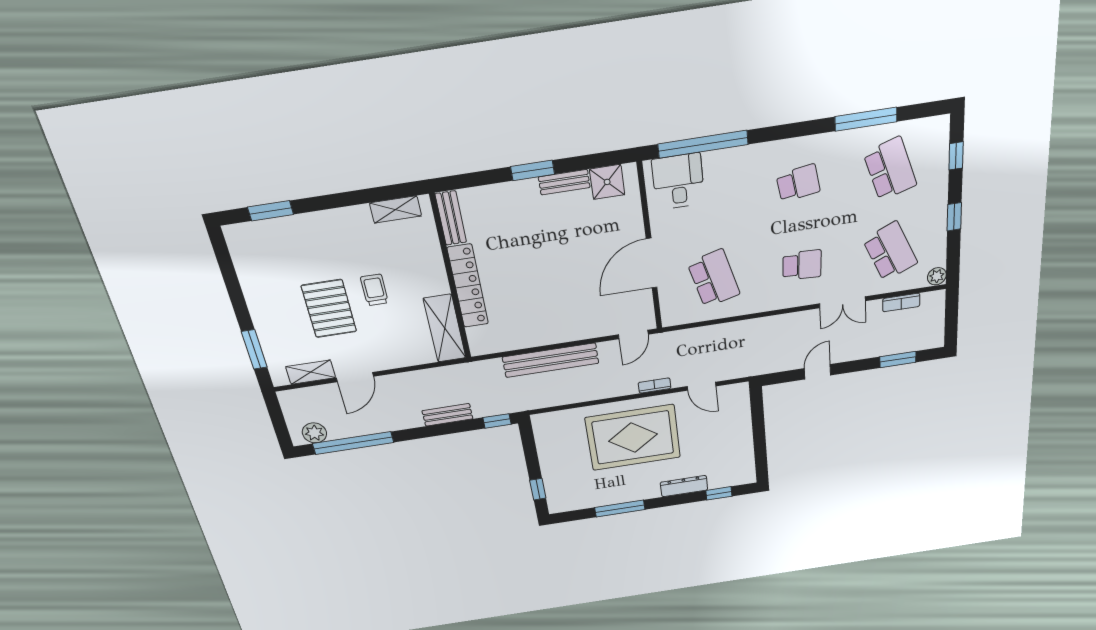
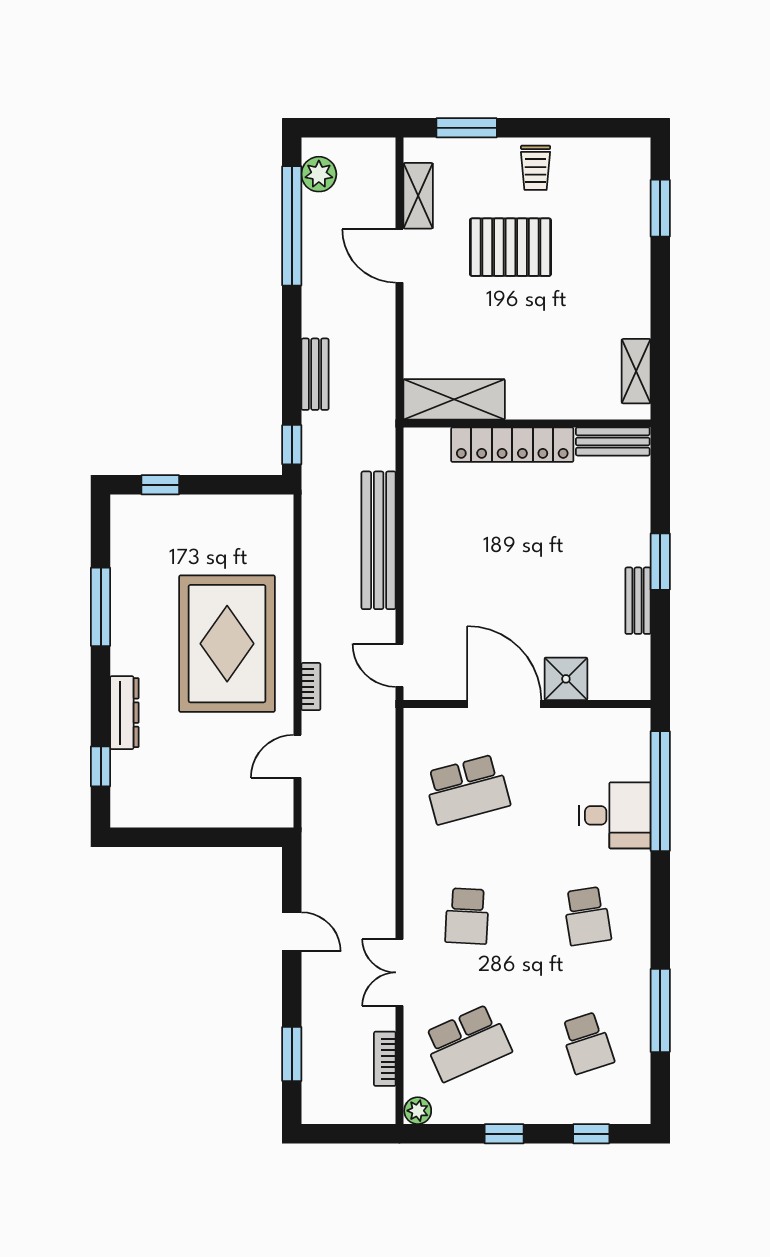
school desk: (890, 169) -> (587, 1043), width x0.54
shower: (607, 182) -> (566, 679), moved
desk: (678, 182) -> (615, 815), moved
trolley: (374, 290) -> (536, 168), moved, turned 90

